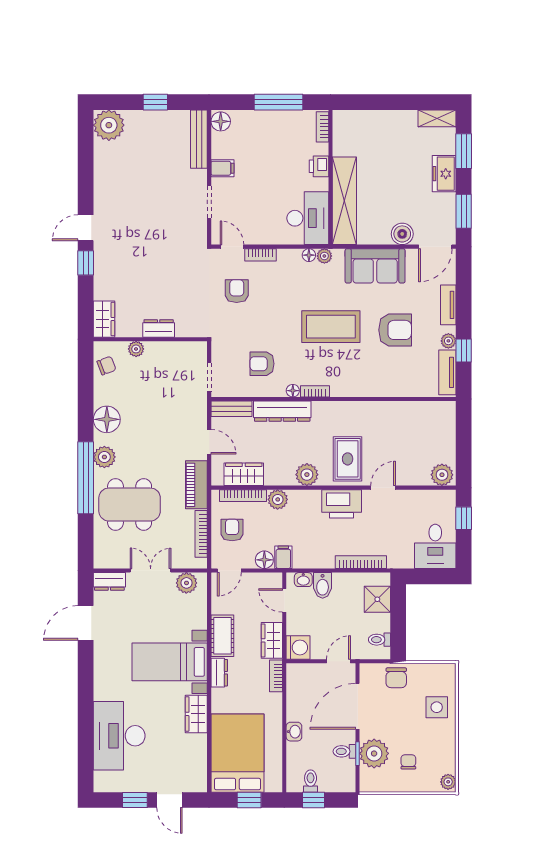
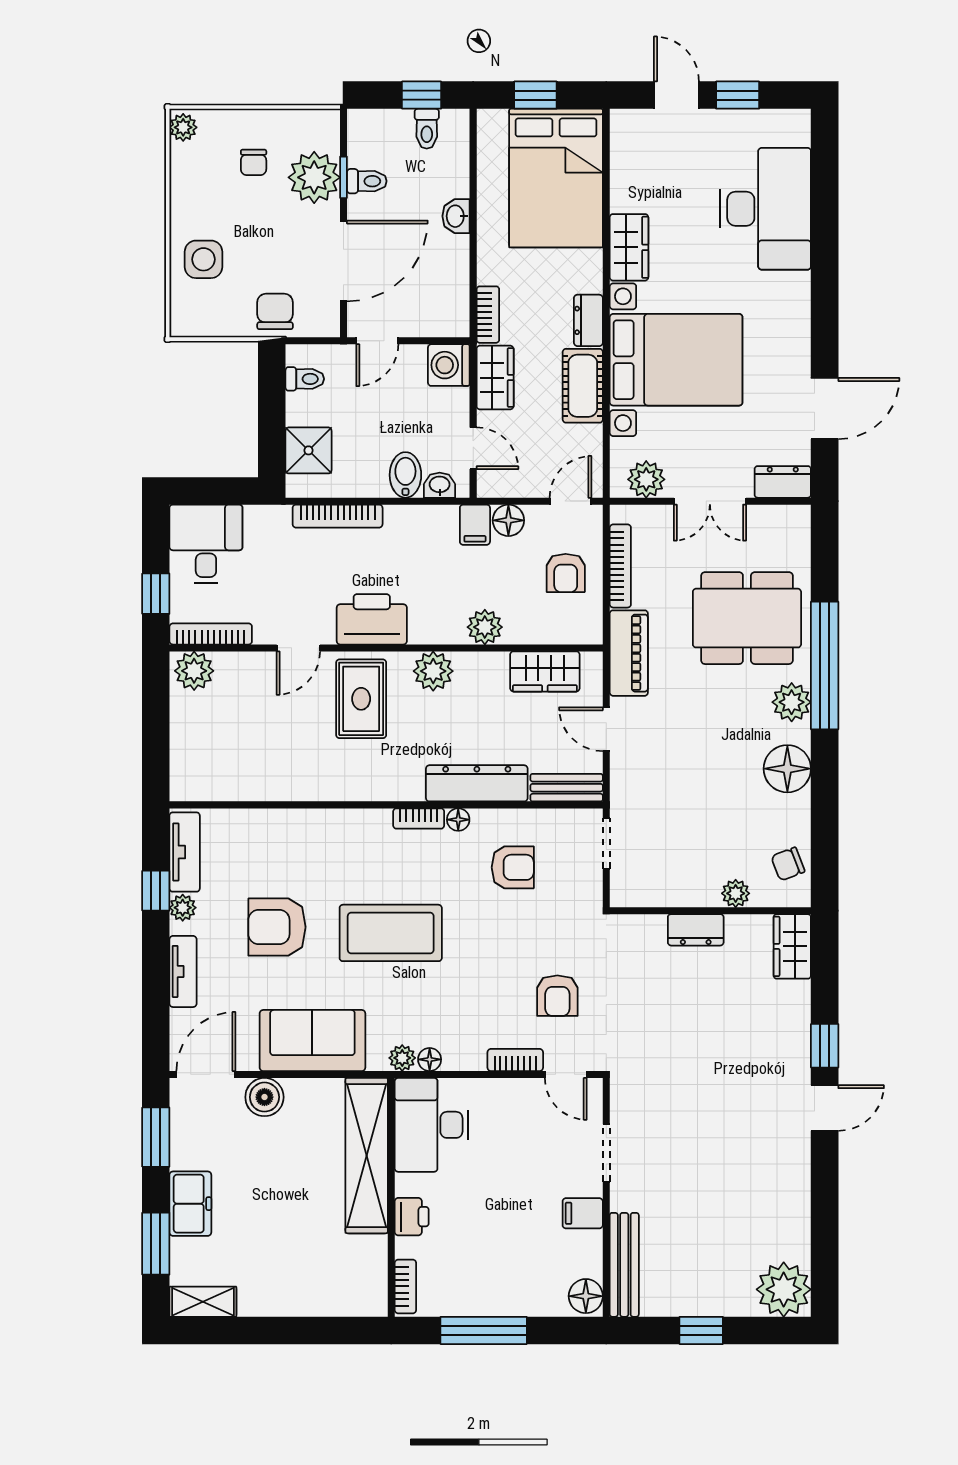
bookcase: (243, 496) -> (211, 634), moved
bed with nightstands: (170, 662) -> (676, 360), width x1.36

